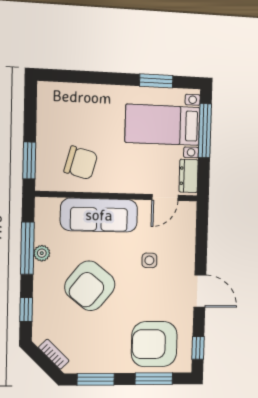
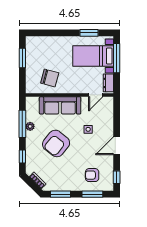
window: (29, 160) -> (22, 58), moved
door: (200, 291) -> (117, 146), swing flipped
armchair: (154, 344) -> (92, 175), width x0.53, depth x0.53

